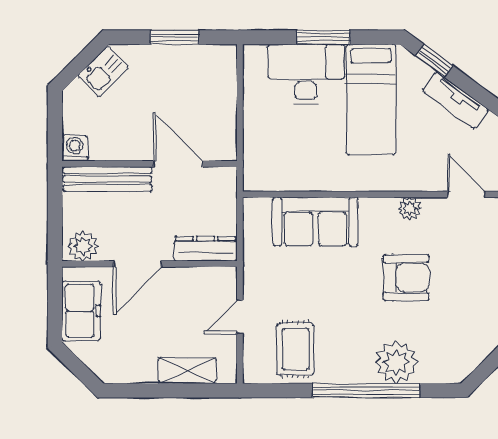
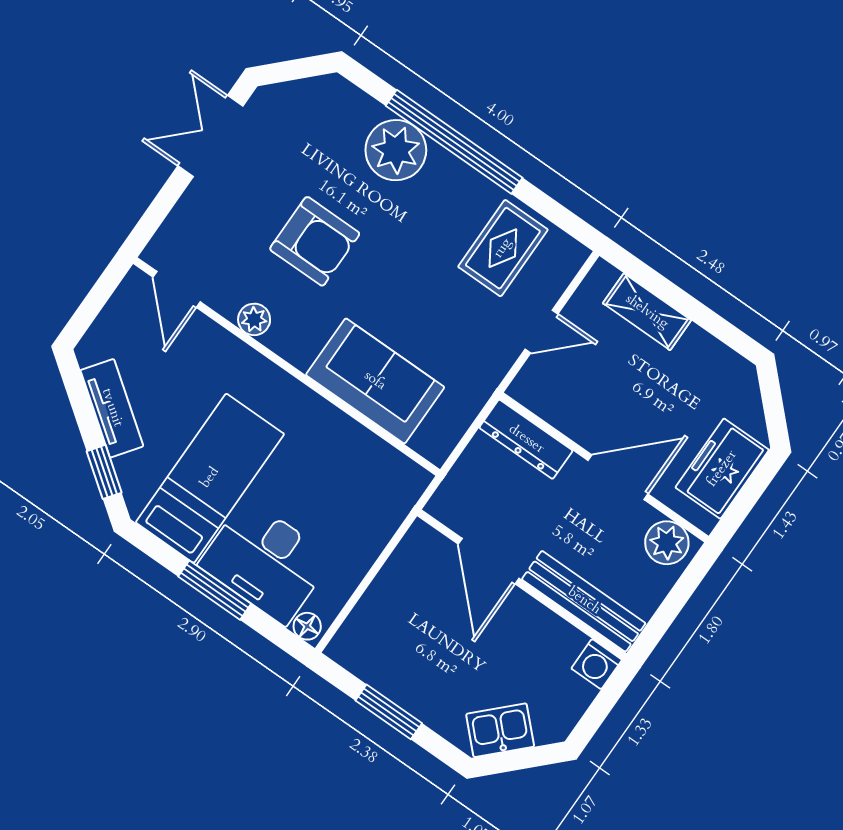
floor lamp: (256, 54) -> (307, 626), added
armchair: (406, 277) -> (315, 241), turned 180

